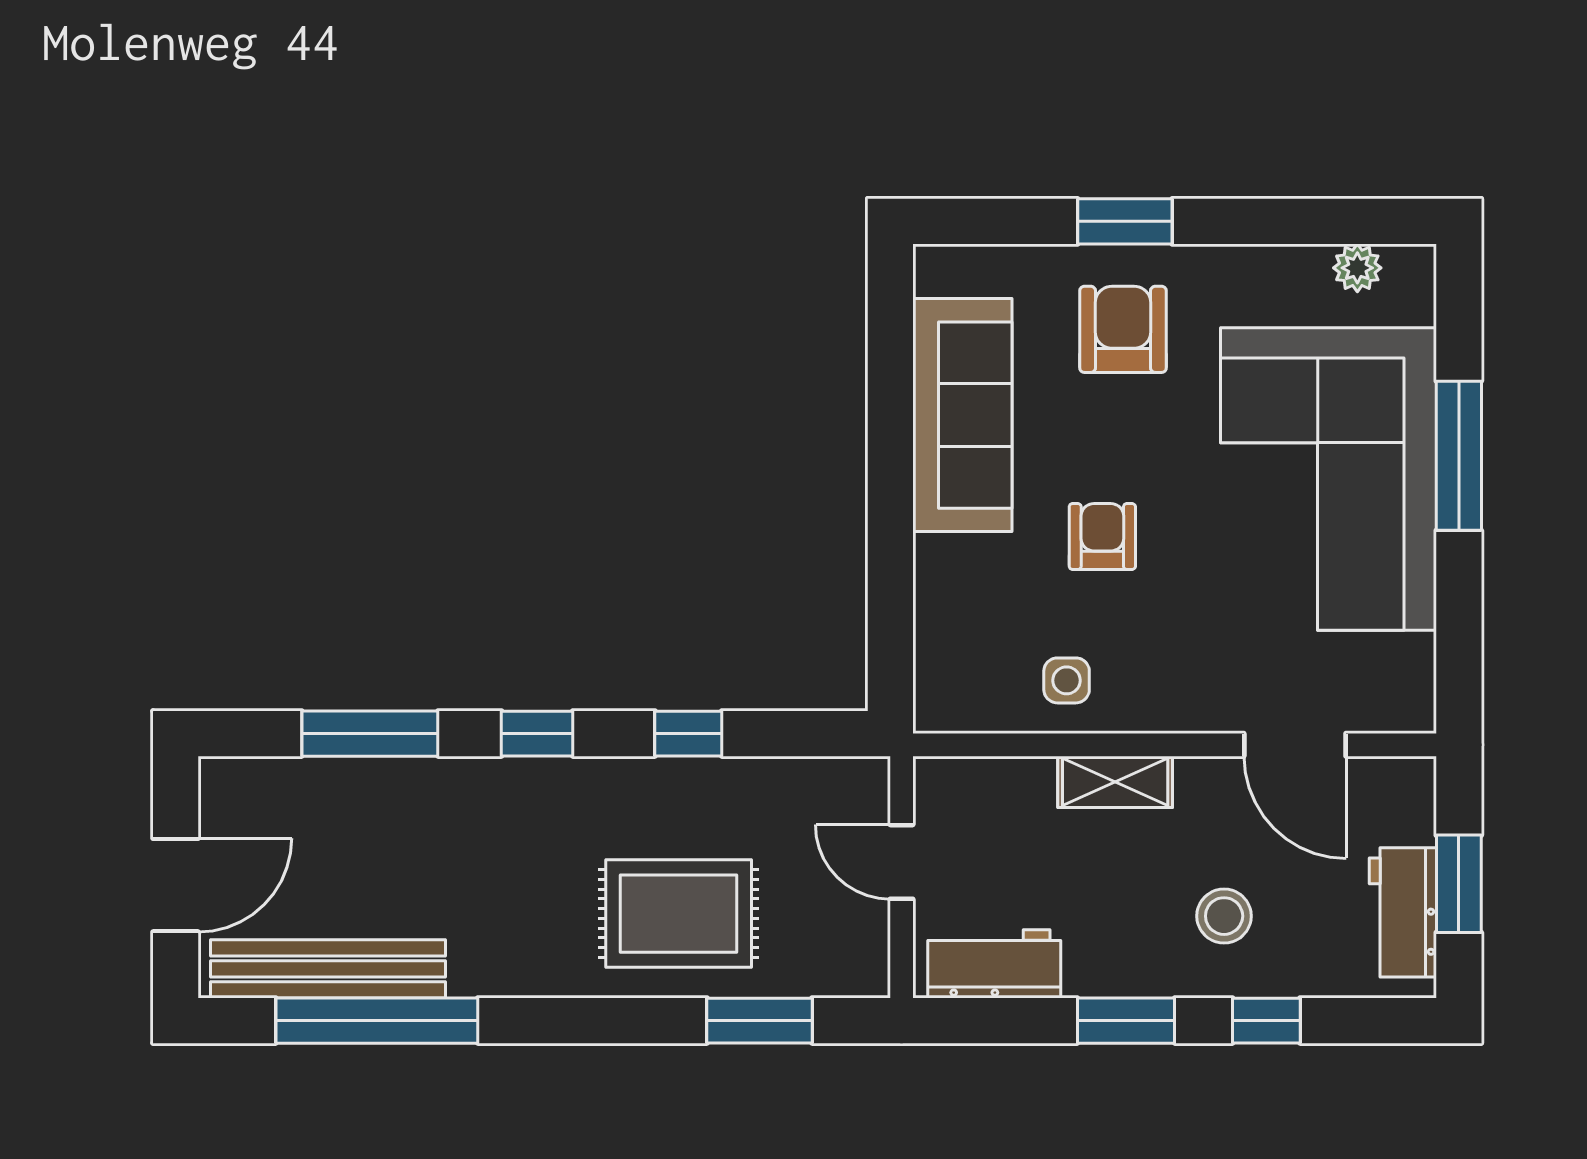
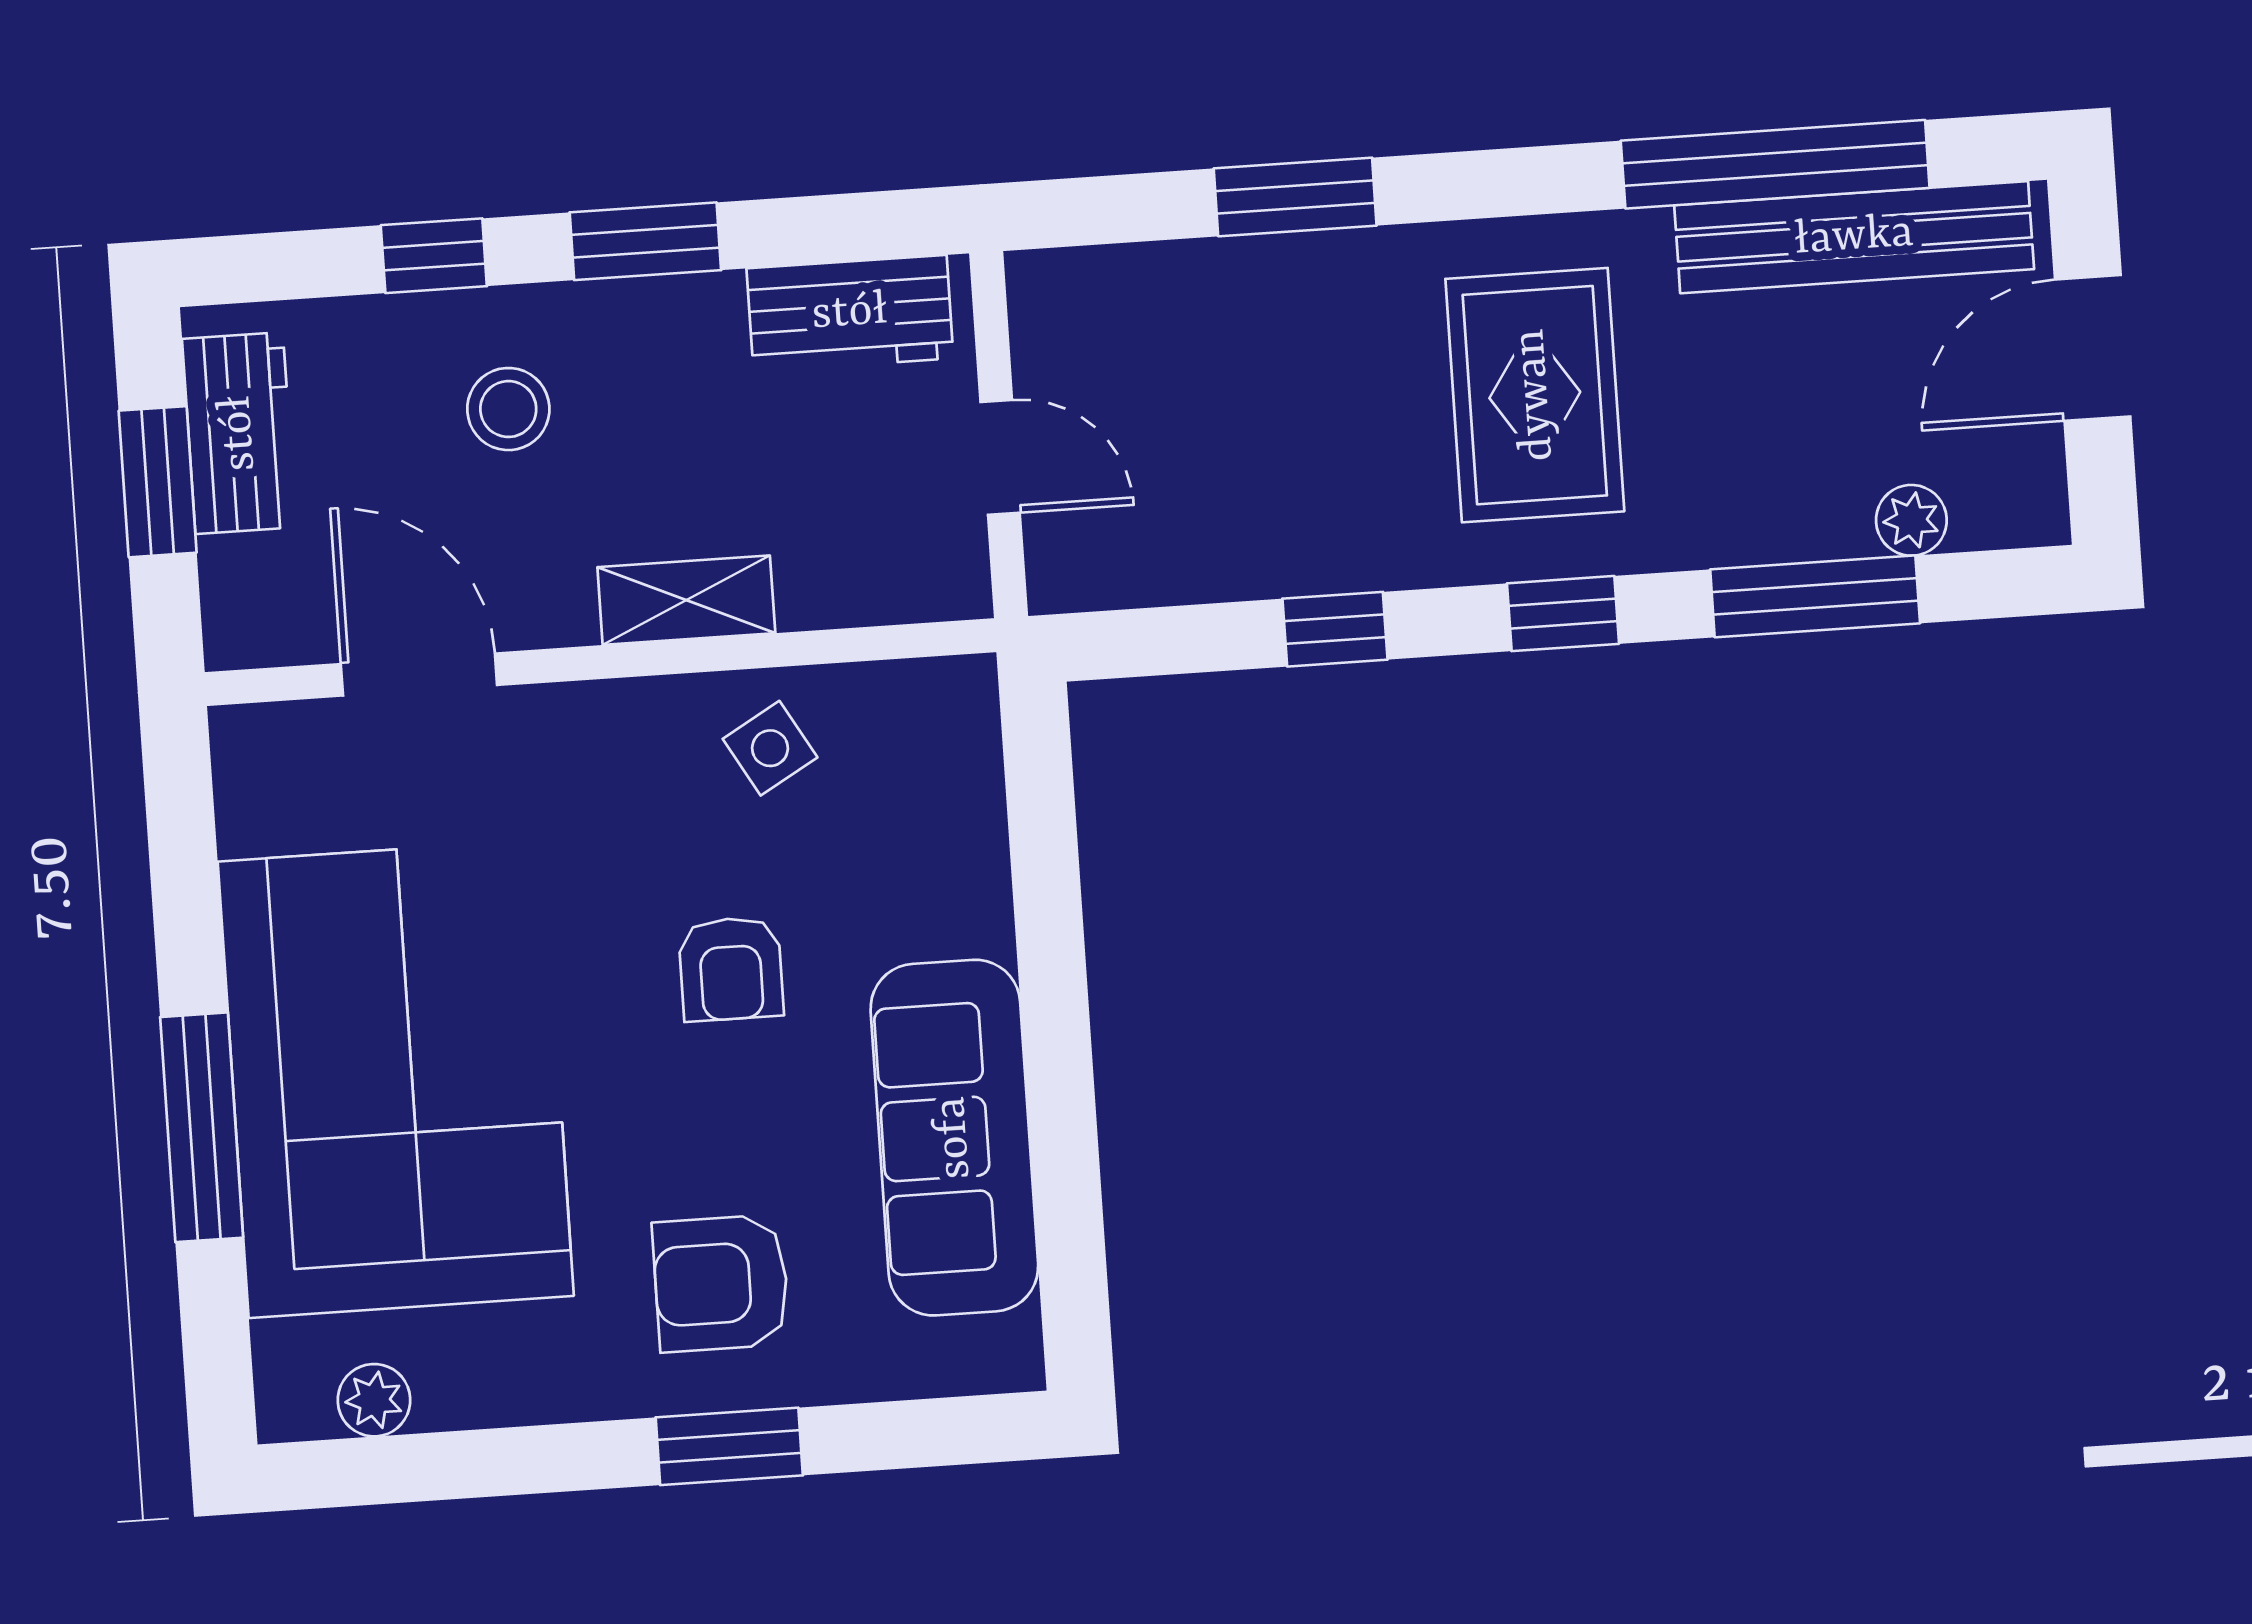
armchair: (1123, 329) -> (721, 1283), turned 90
side table: (1067, 680) -> (770, 748), turned -30
plant: (303, 779) -> (1911, 520), added
rug: (679, 914) -> (1535, 395), moved, turned 90
window: (759, 1021) -> (1295, 197), moved

